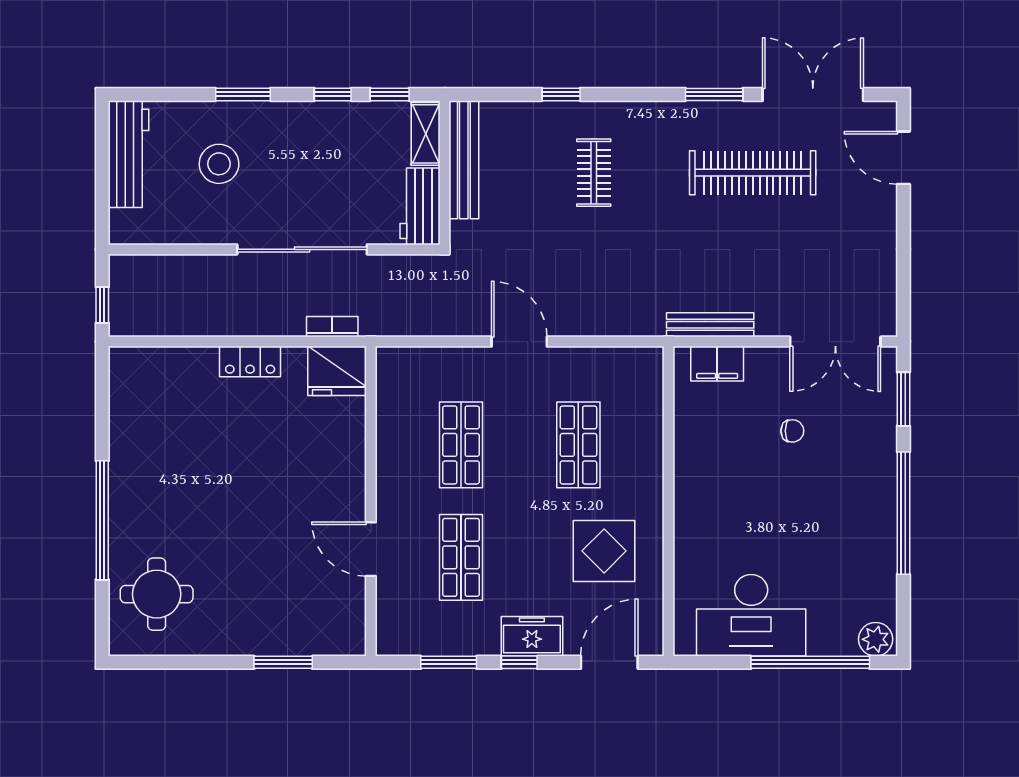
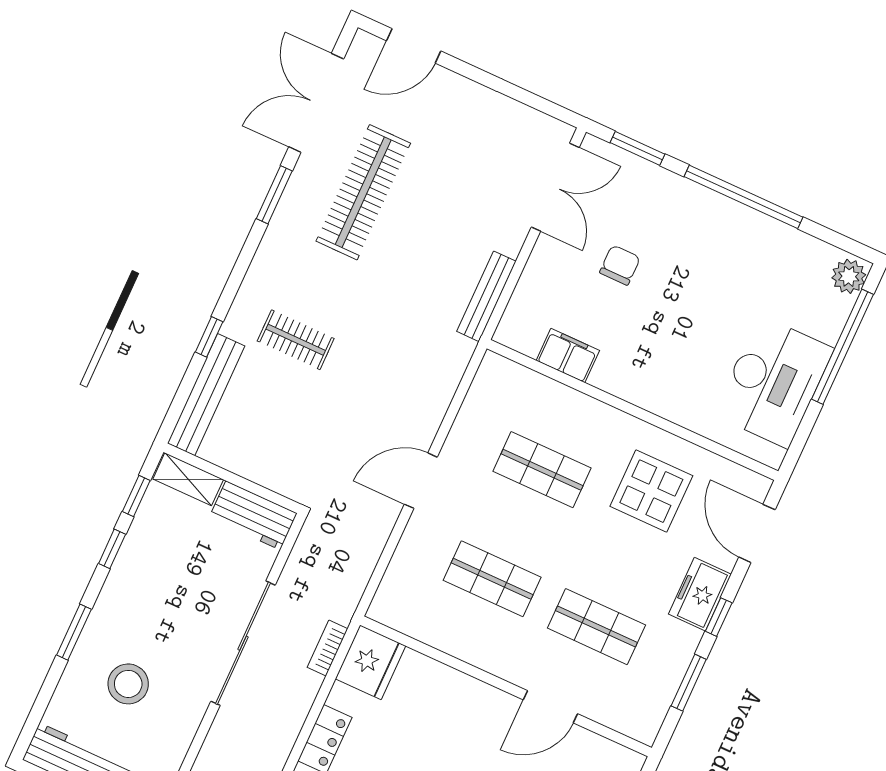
bench: (464, 160) -> (206, 395), moved, turned 90
filing cabinet: (717, 364) -> (568, 355), moved, turned -90
chair: (792, 431) -> (620, 265), width x1.37, depth x1.37

